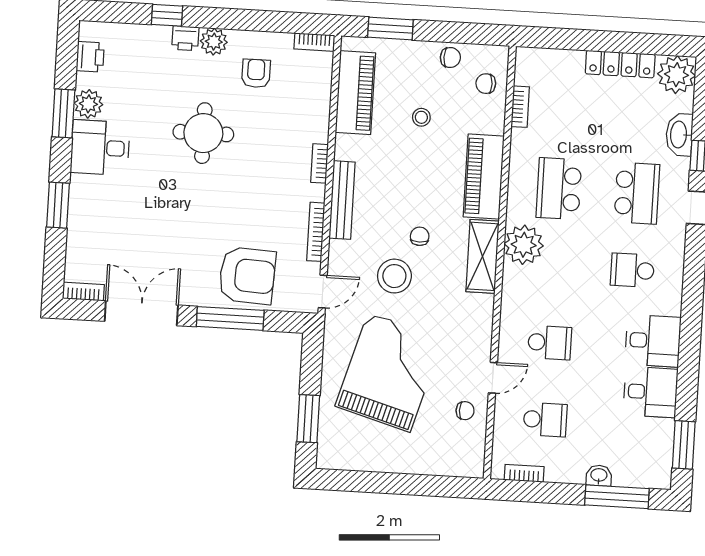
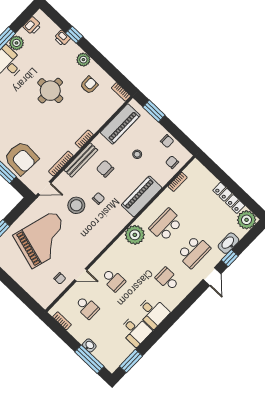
printer: (185, 38) -> (62, 38), moved
chair: (391, 182) -> (105, 169), added
shelving: (483, 256) -> (116, 226), removed

